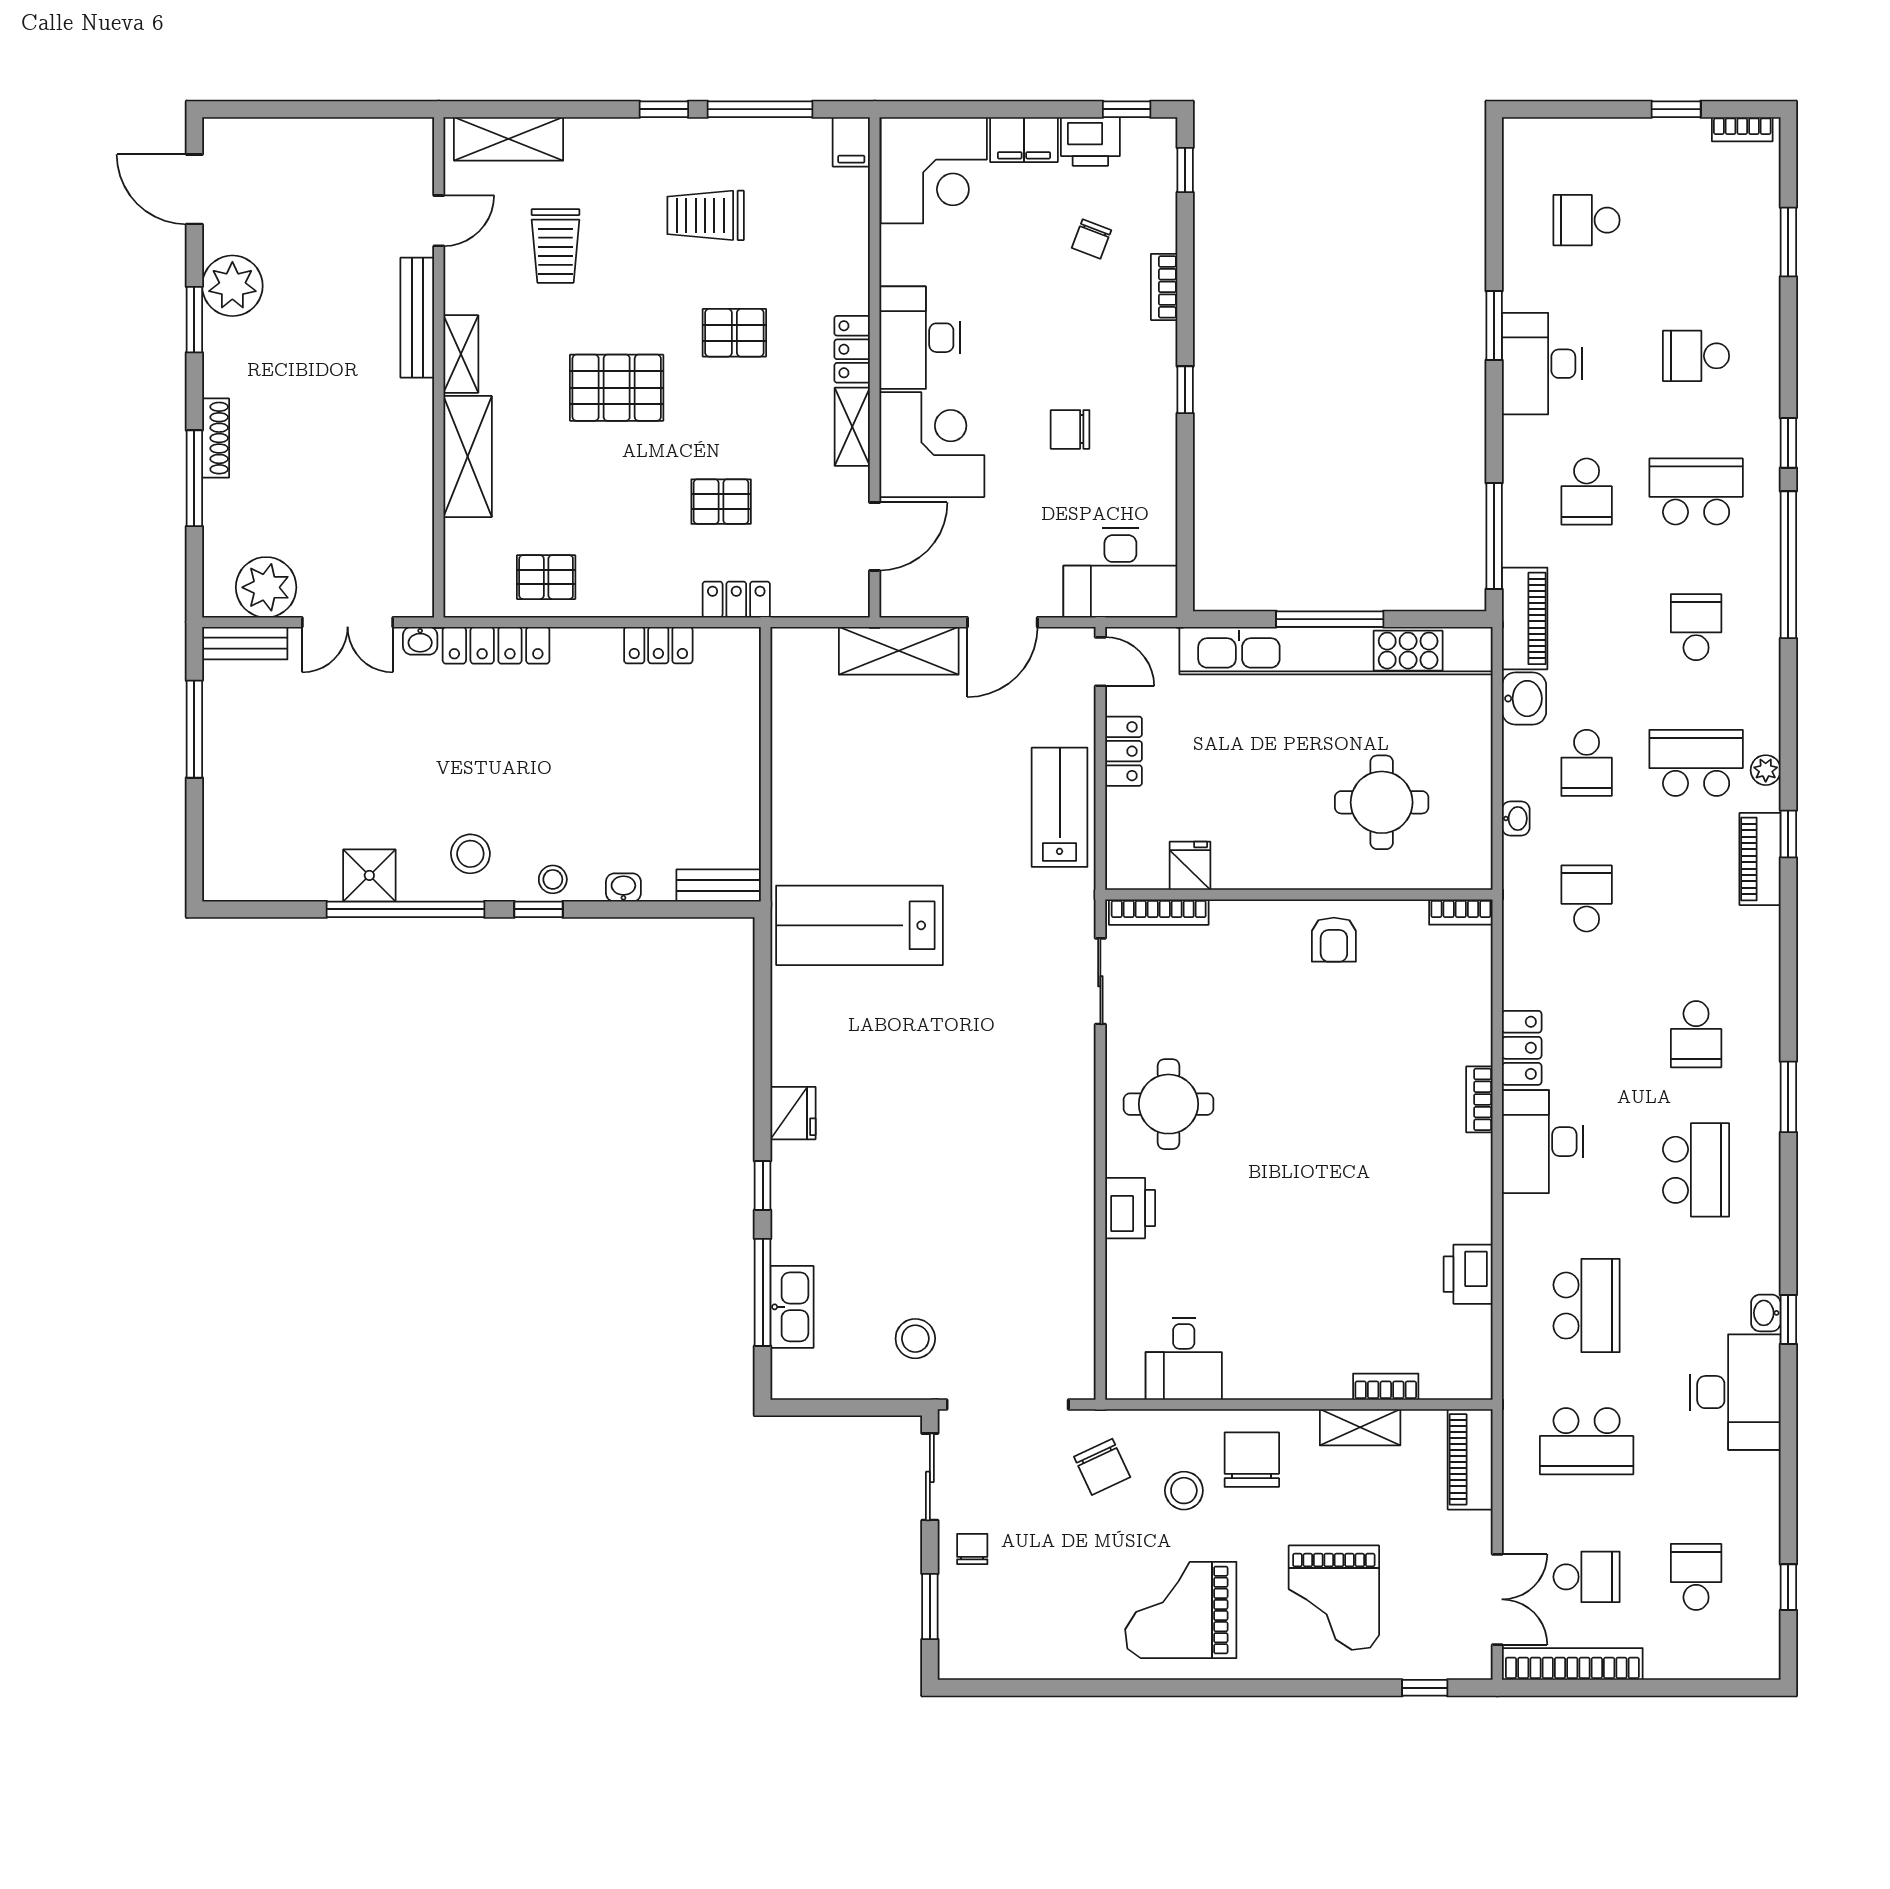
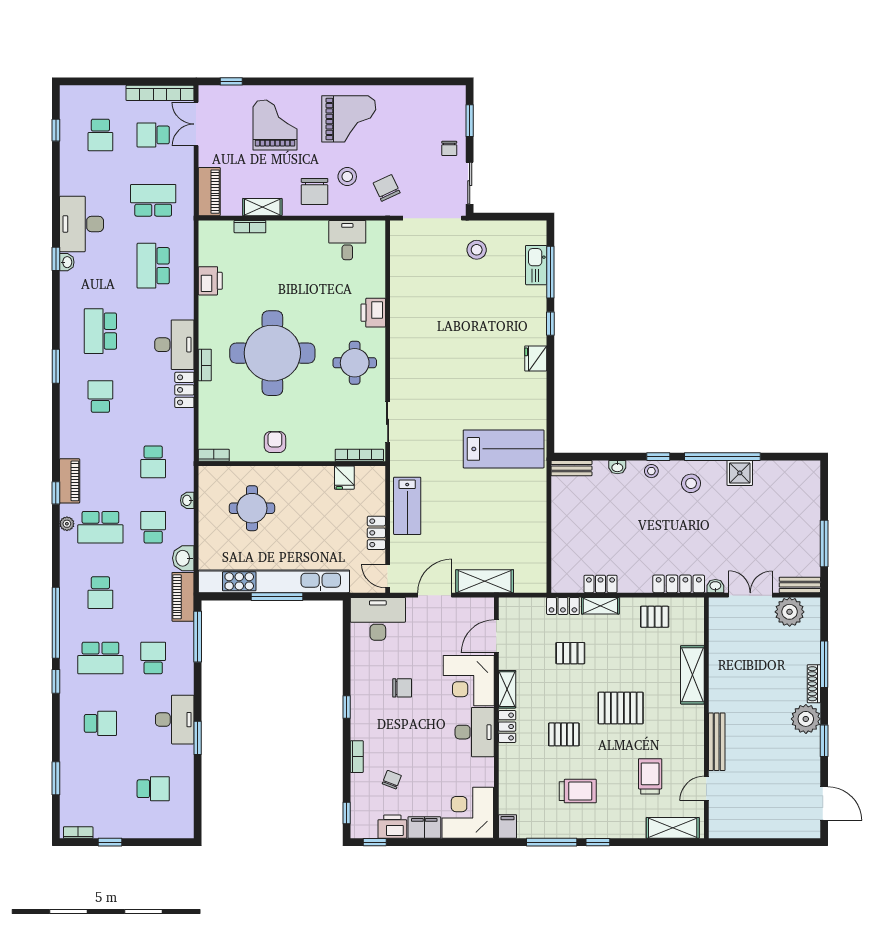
plant: (232, 286) -> (806, 719), moved
shelving: (461, 354) -> (600, 606), moved, turned 90
round table: (1339, 1124) -> (272, 353), added

